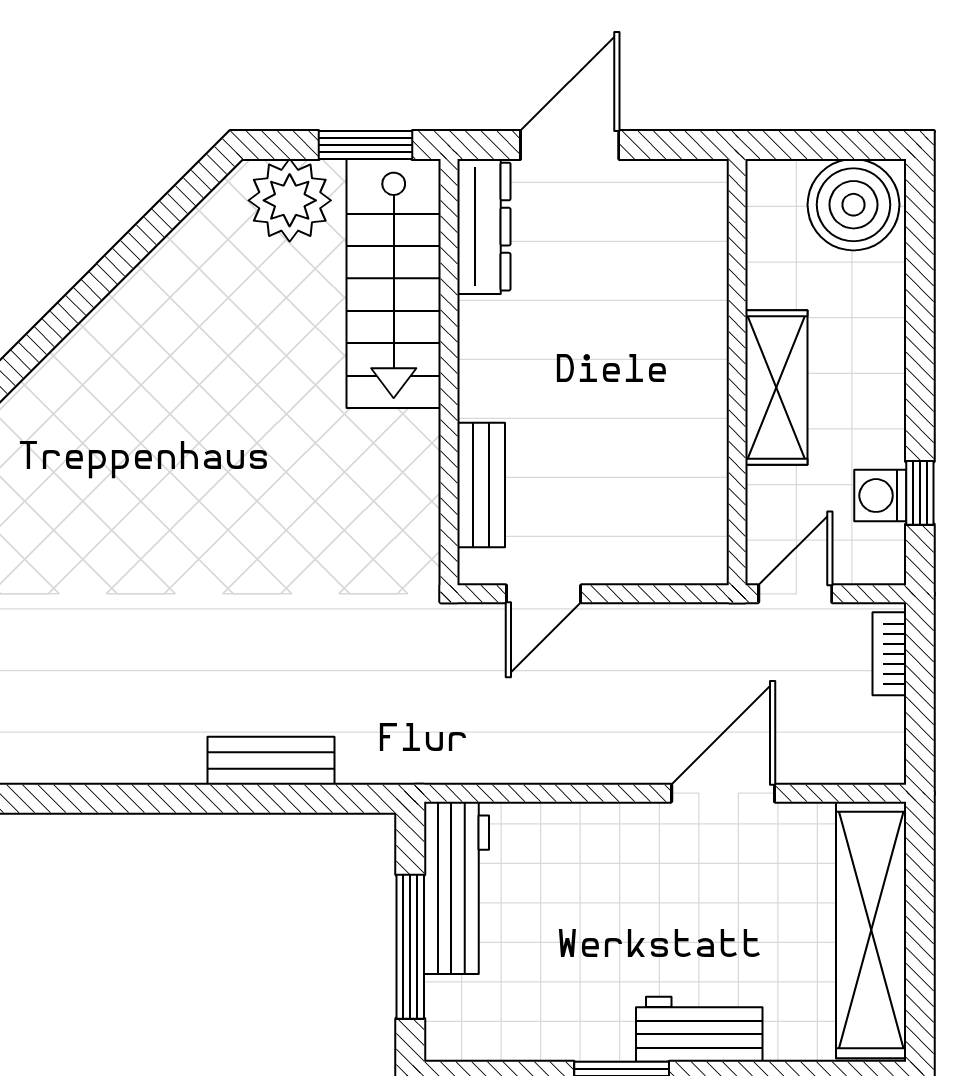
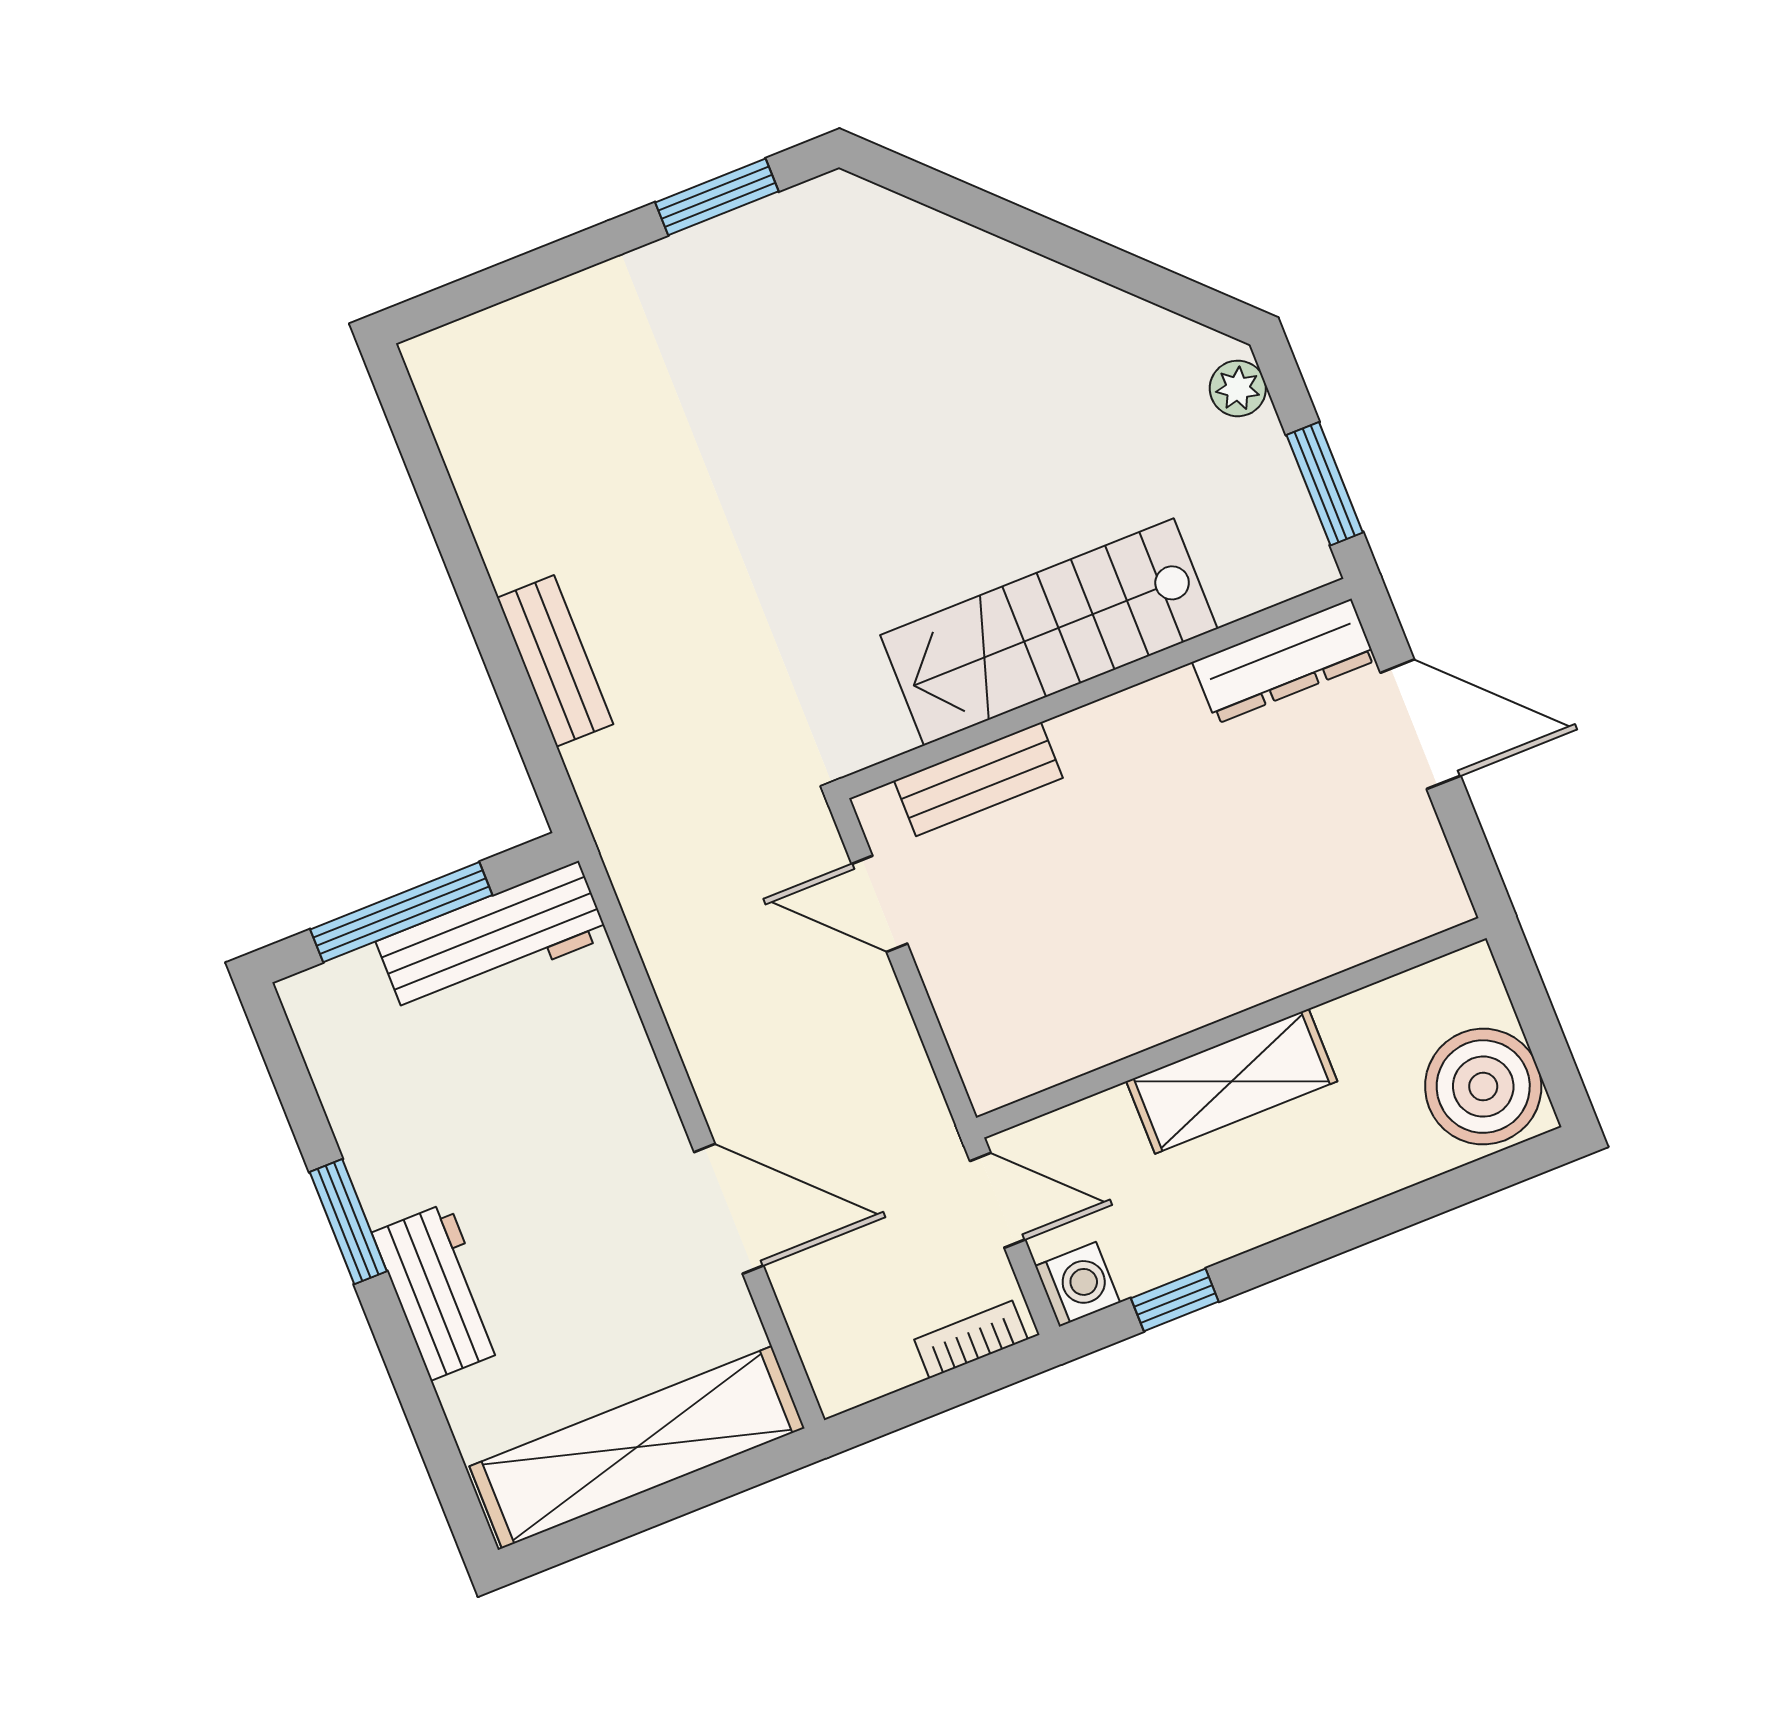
plant: (290, 200) -> (1238, 388), width x0.53, depth x0.53
stairs: (394, 283) -> (1049, 632), moved
washing machine: (880, 496) -> (1078, 1284), moved, turned 90

